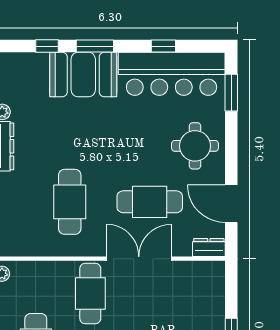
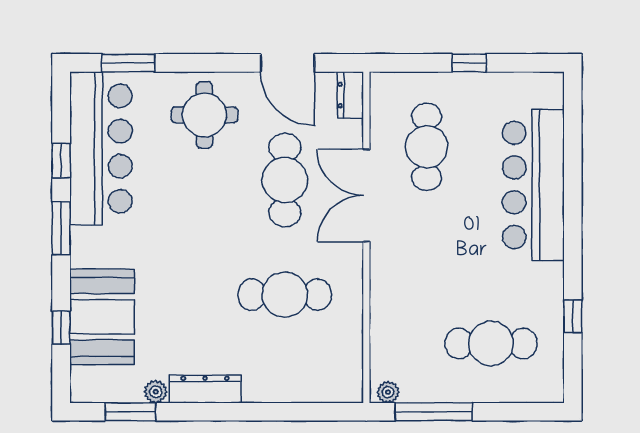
window: (95, 46) -> (61, 228), moved
booth: (83, 75) -> (102, 317), moved
door: (231, 204) -> (288, 63), hinge flipped
cafe table: (90, 294) -> (427, 147), moved, turned 90

